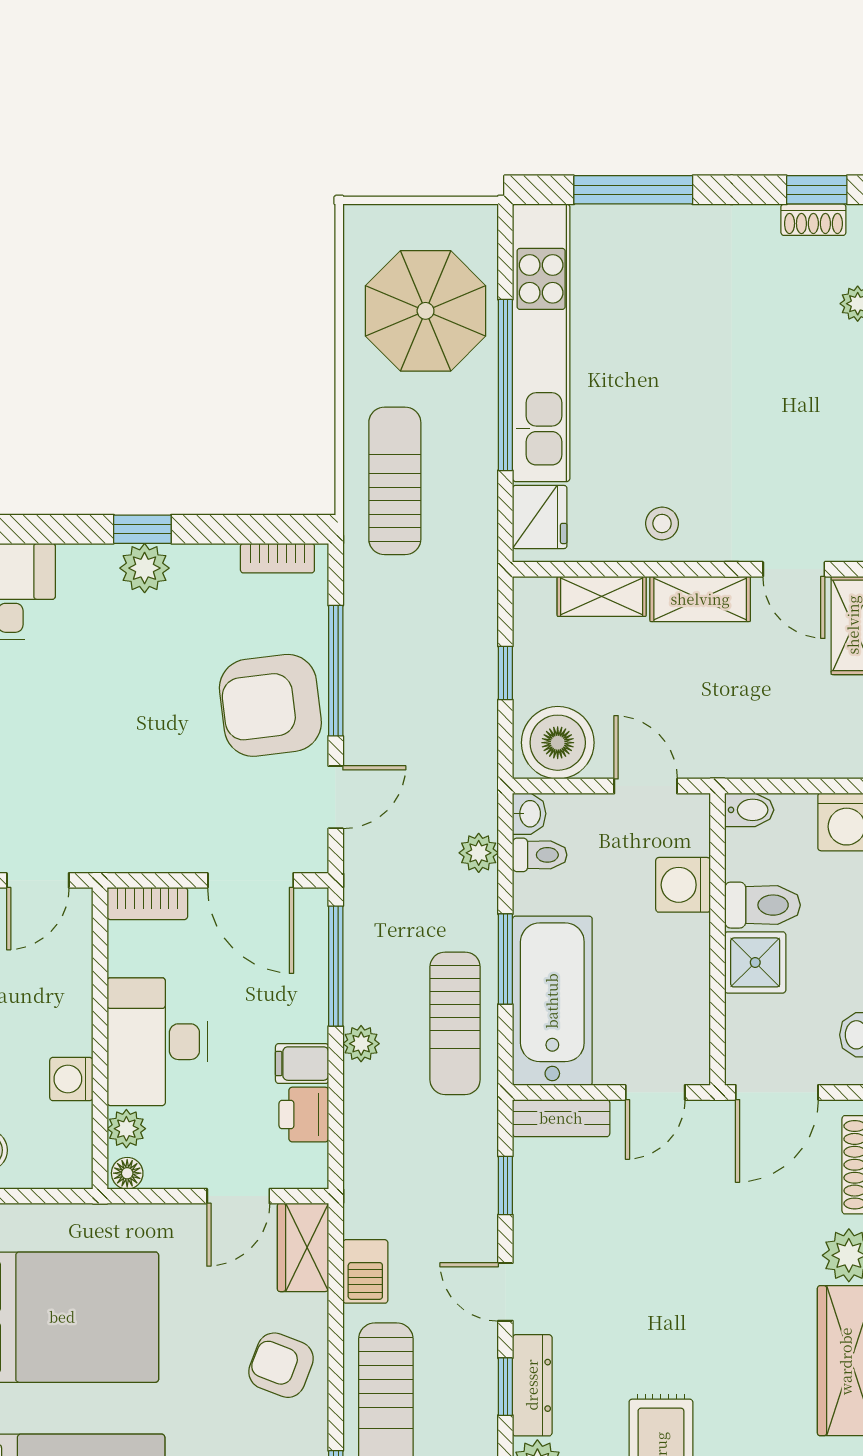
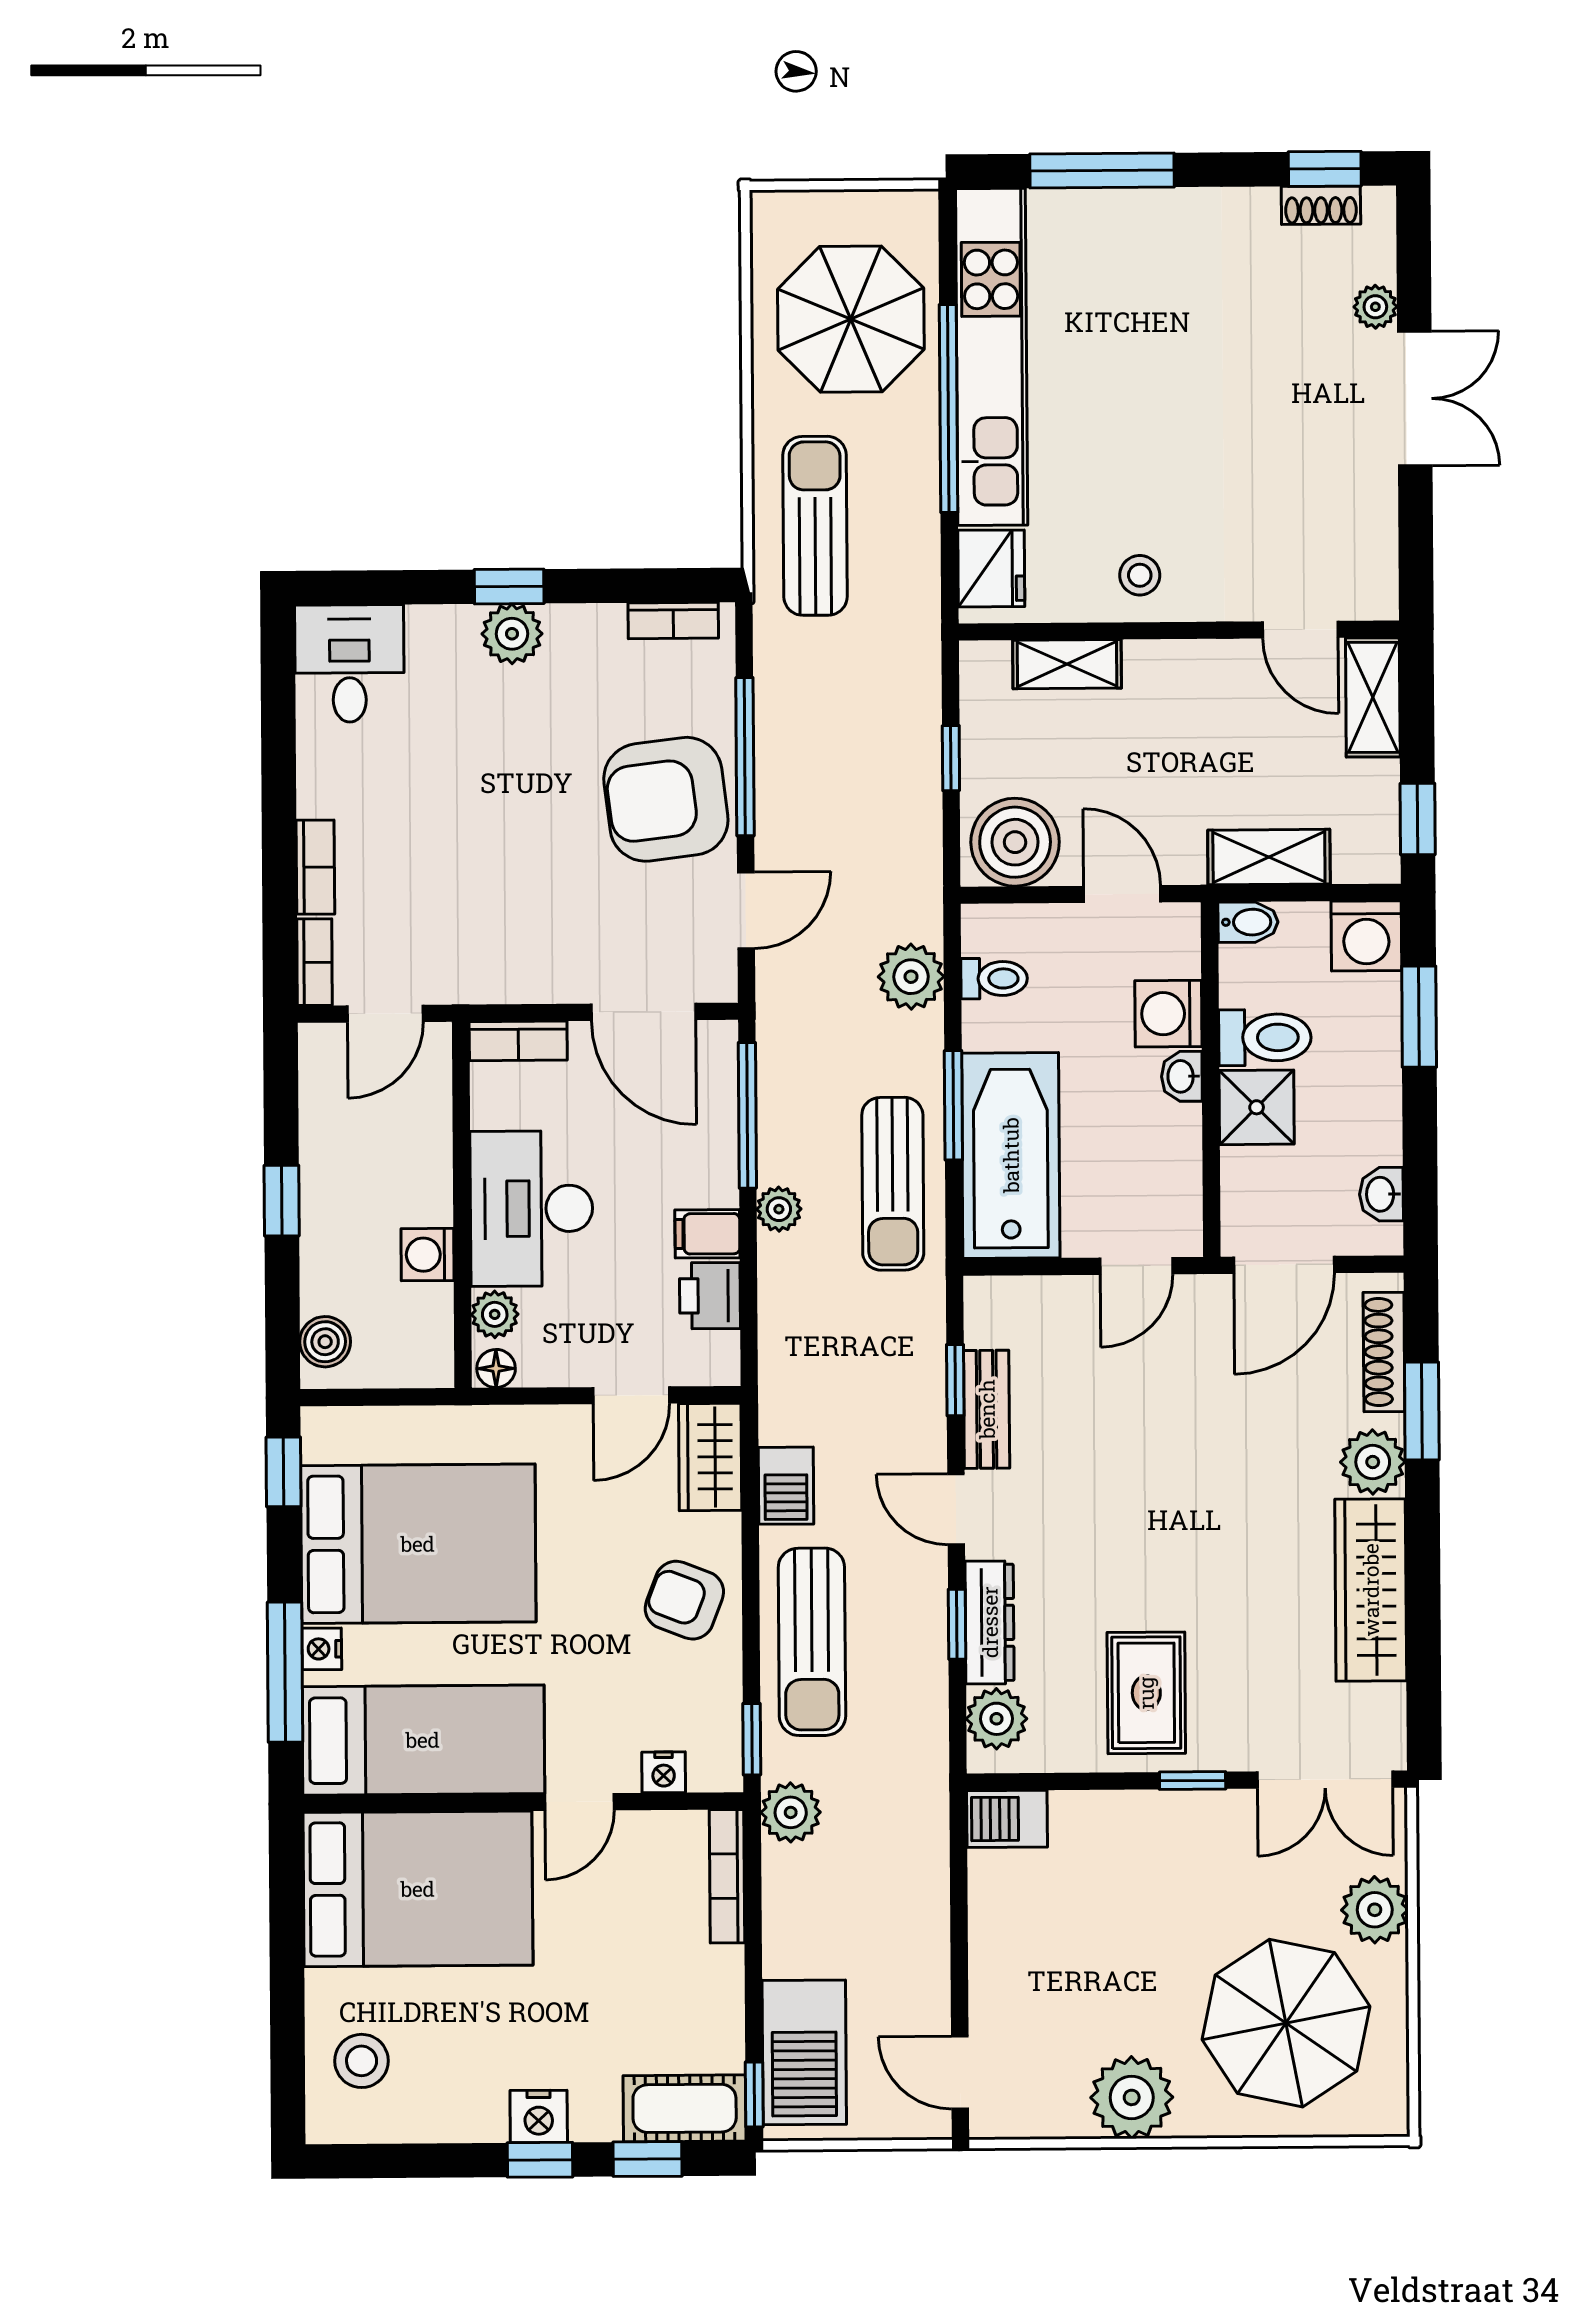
shelving: (700, 599) -> (1269, 857), moved
washbasin: (529, 814) -> (1182, 1076), moved, turned 180
plant: (479, 853) -> (911, 977), width x1.38, depth x1.38
bench: (561, 1118) -> (987, 1409), moved, turned 90

